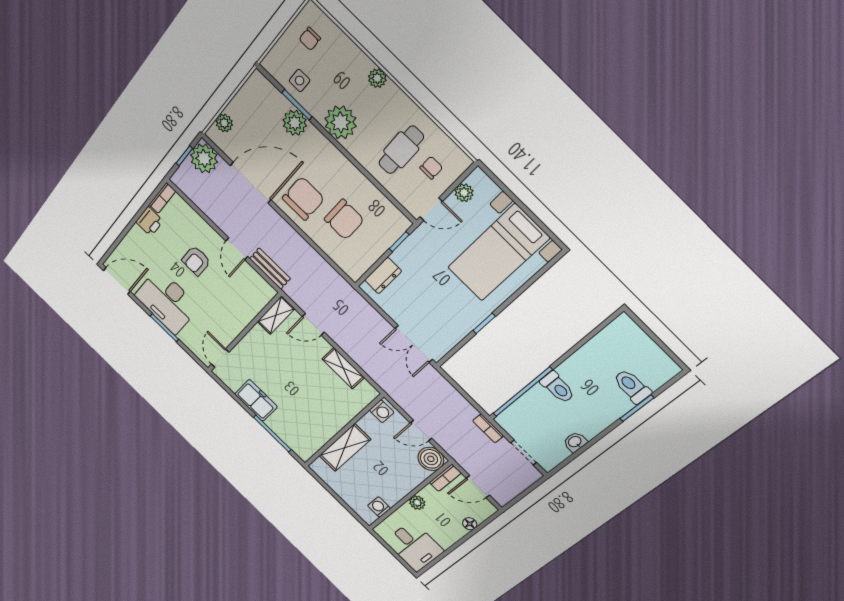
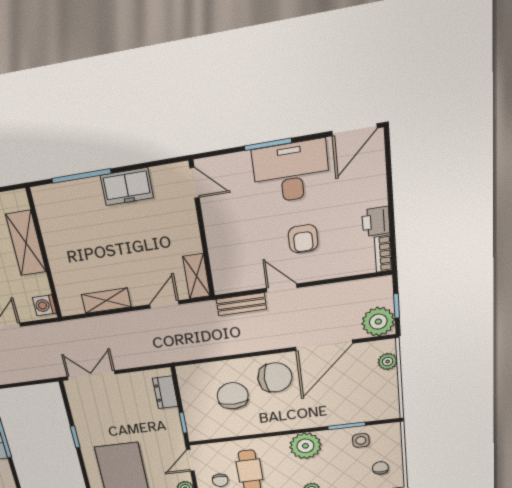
plant: (295, 123) -> (336, 415), removed
chair: (303, 198) -> (275, 377), turned -90
chair: (344, 219) -> (233, 396), turned 90
armchair: (196, 261) -> (303, 239), turned 180

